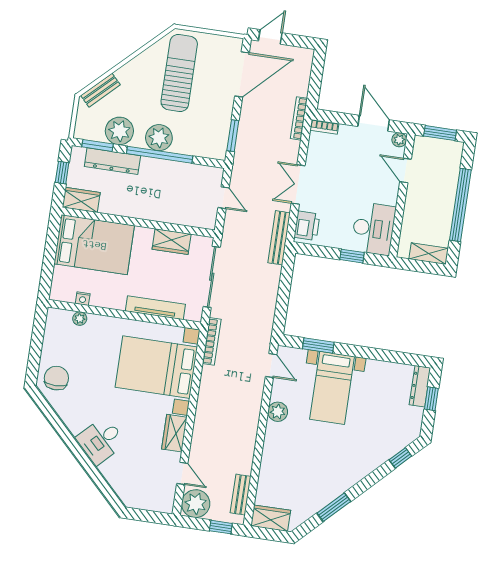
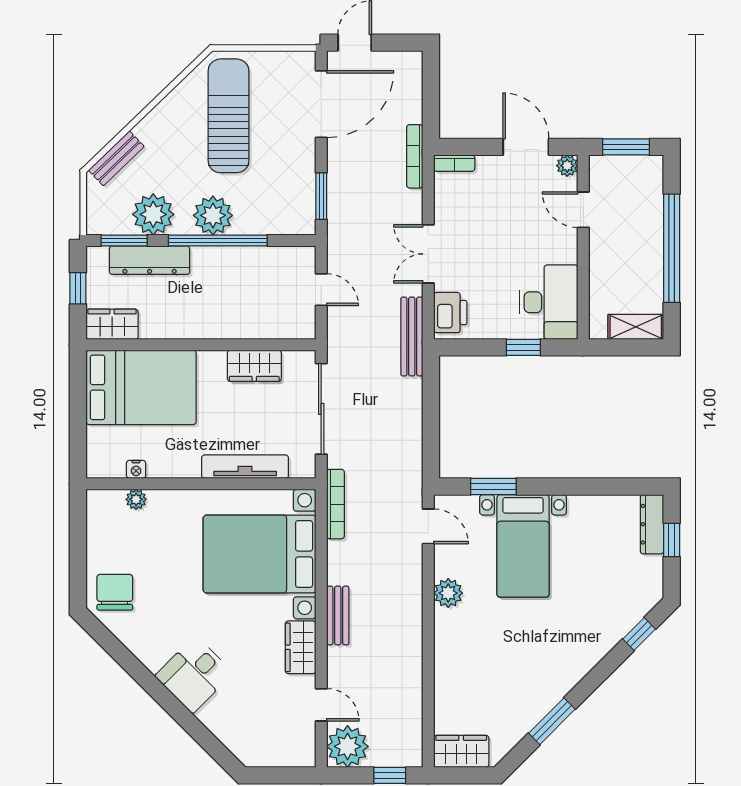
bench: (241, 495) -> (338, 615), moved

